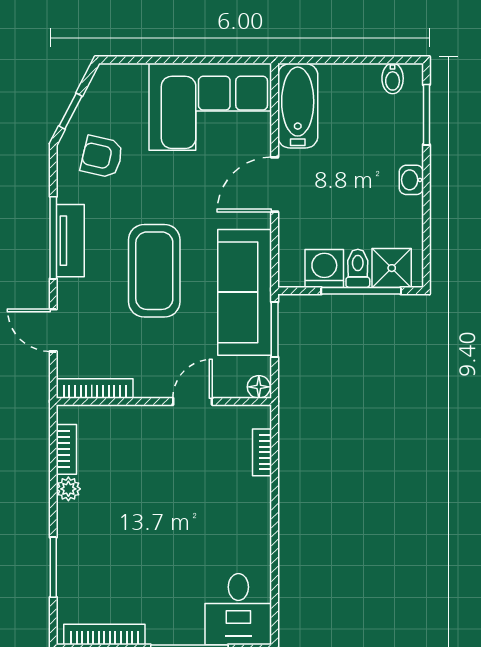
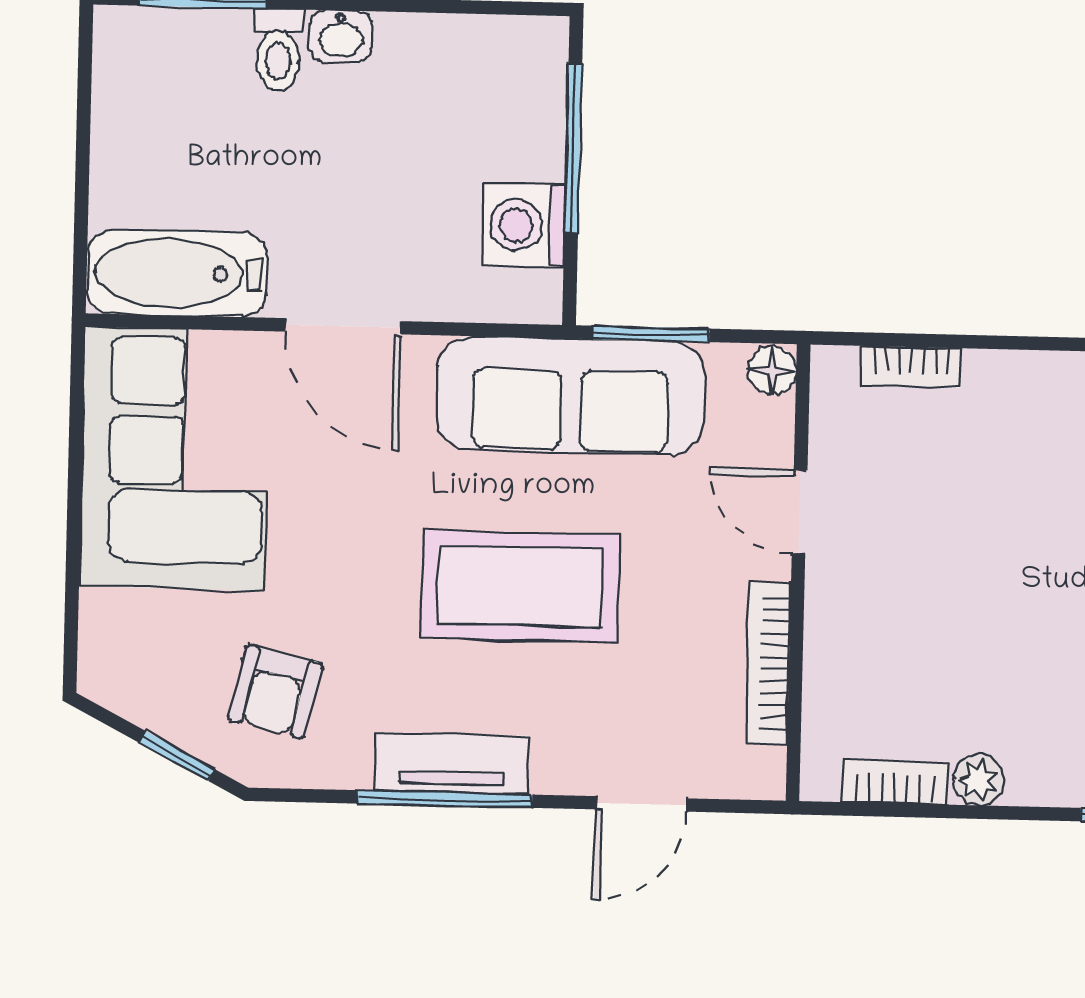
bidet: (393, 78) -> (124, 70), removed
toilet: (358, 268) -> (278, 50), moved, turned -90
shower: (392, 268) -> (527, 82), removed
bookcase: (95, 388) -> (768, 663), moved

